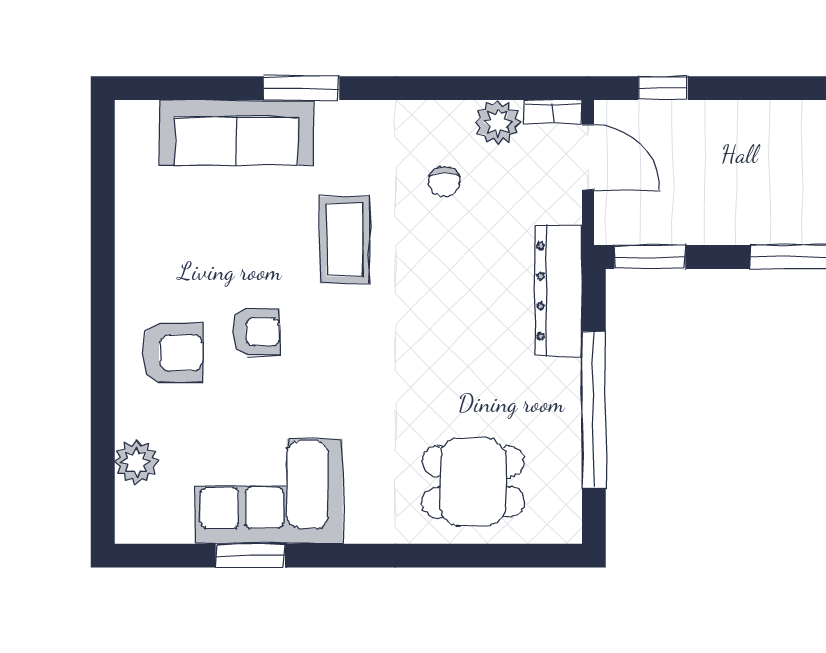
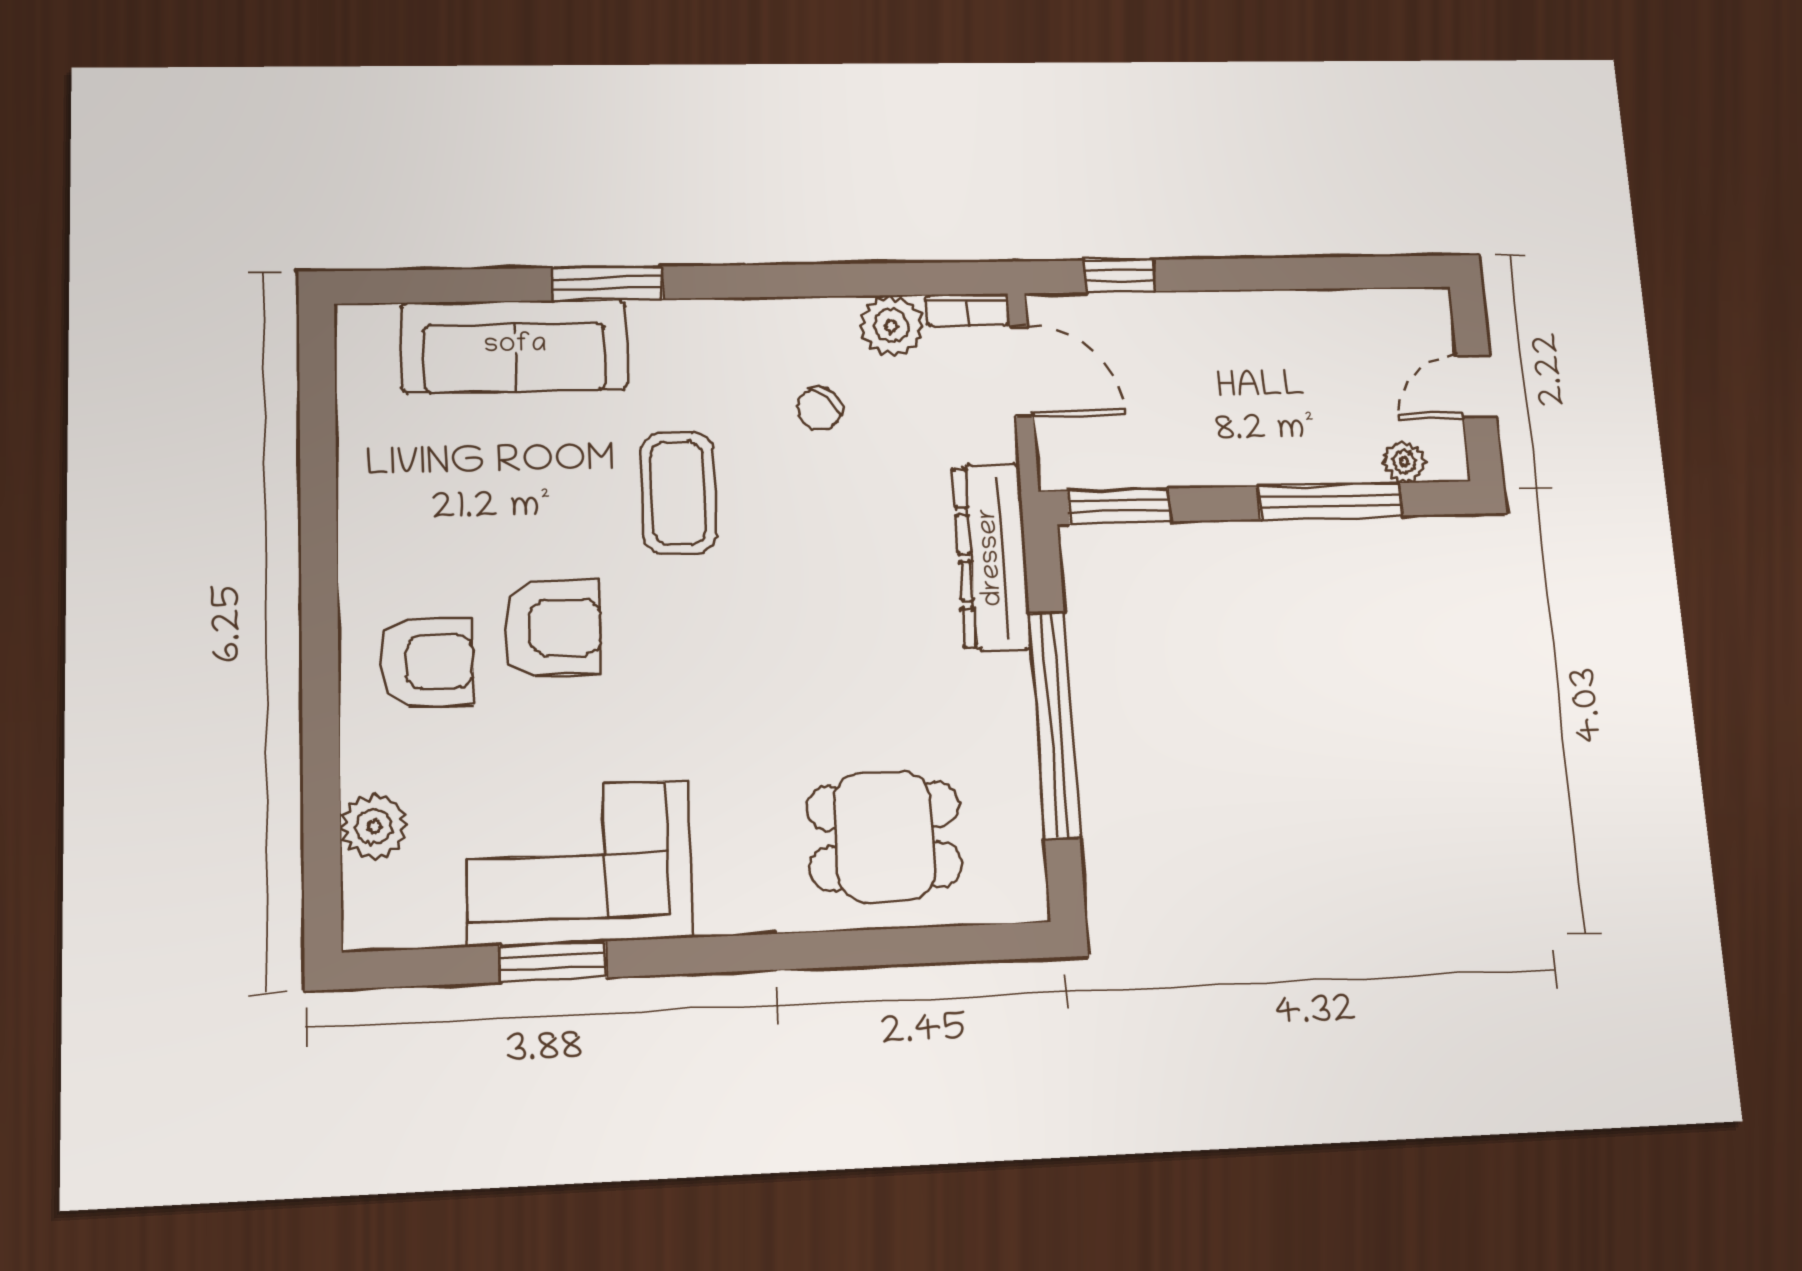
chair: (445, 182) -> (820, 409), turned 43
armchair: (256, 332) -> (552, 628), width x1.38, depth x1.38

